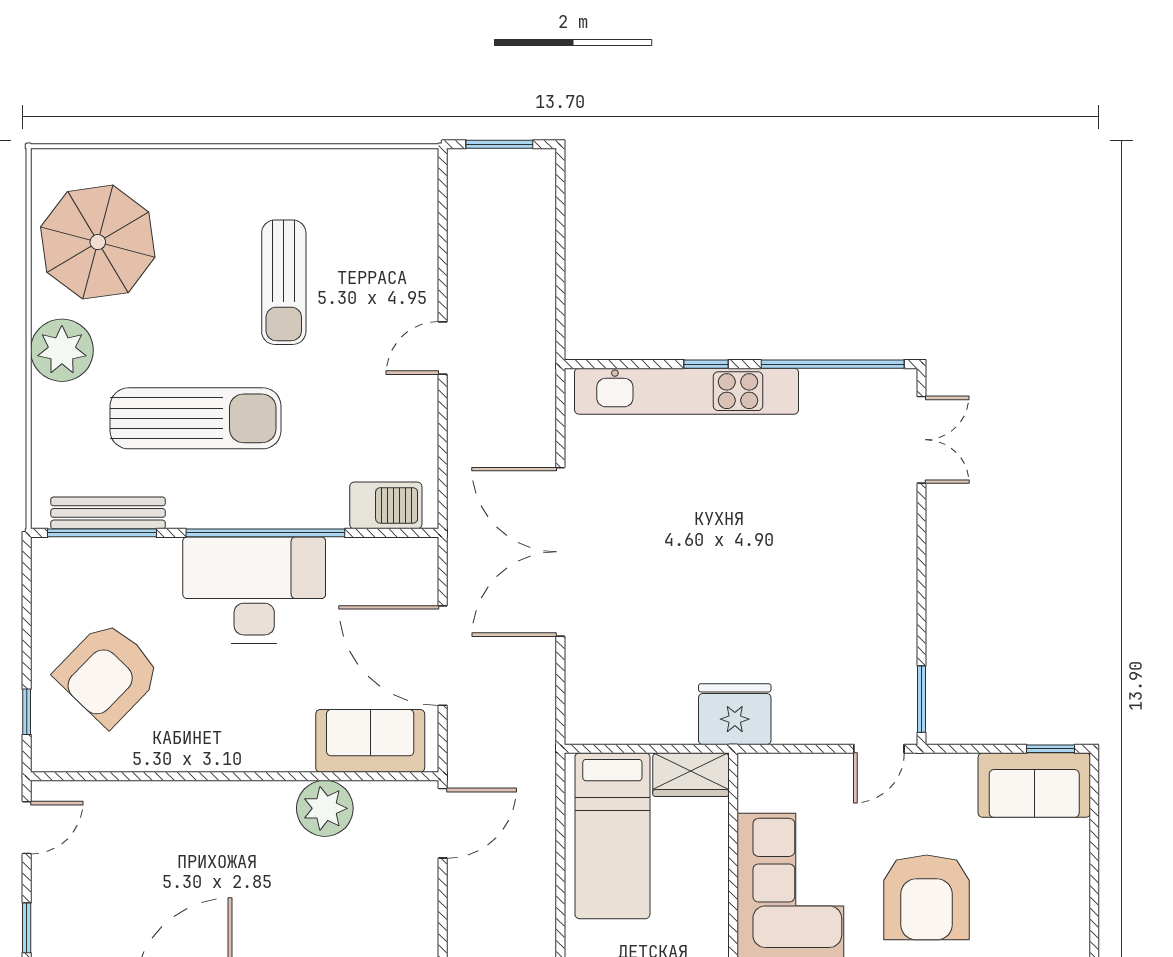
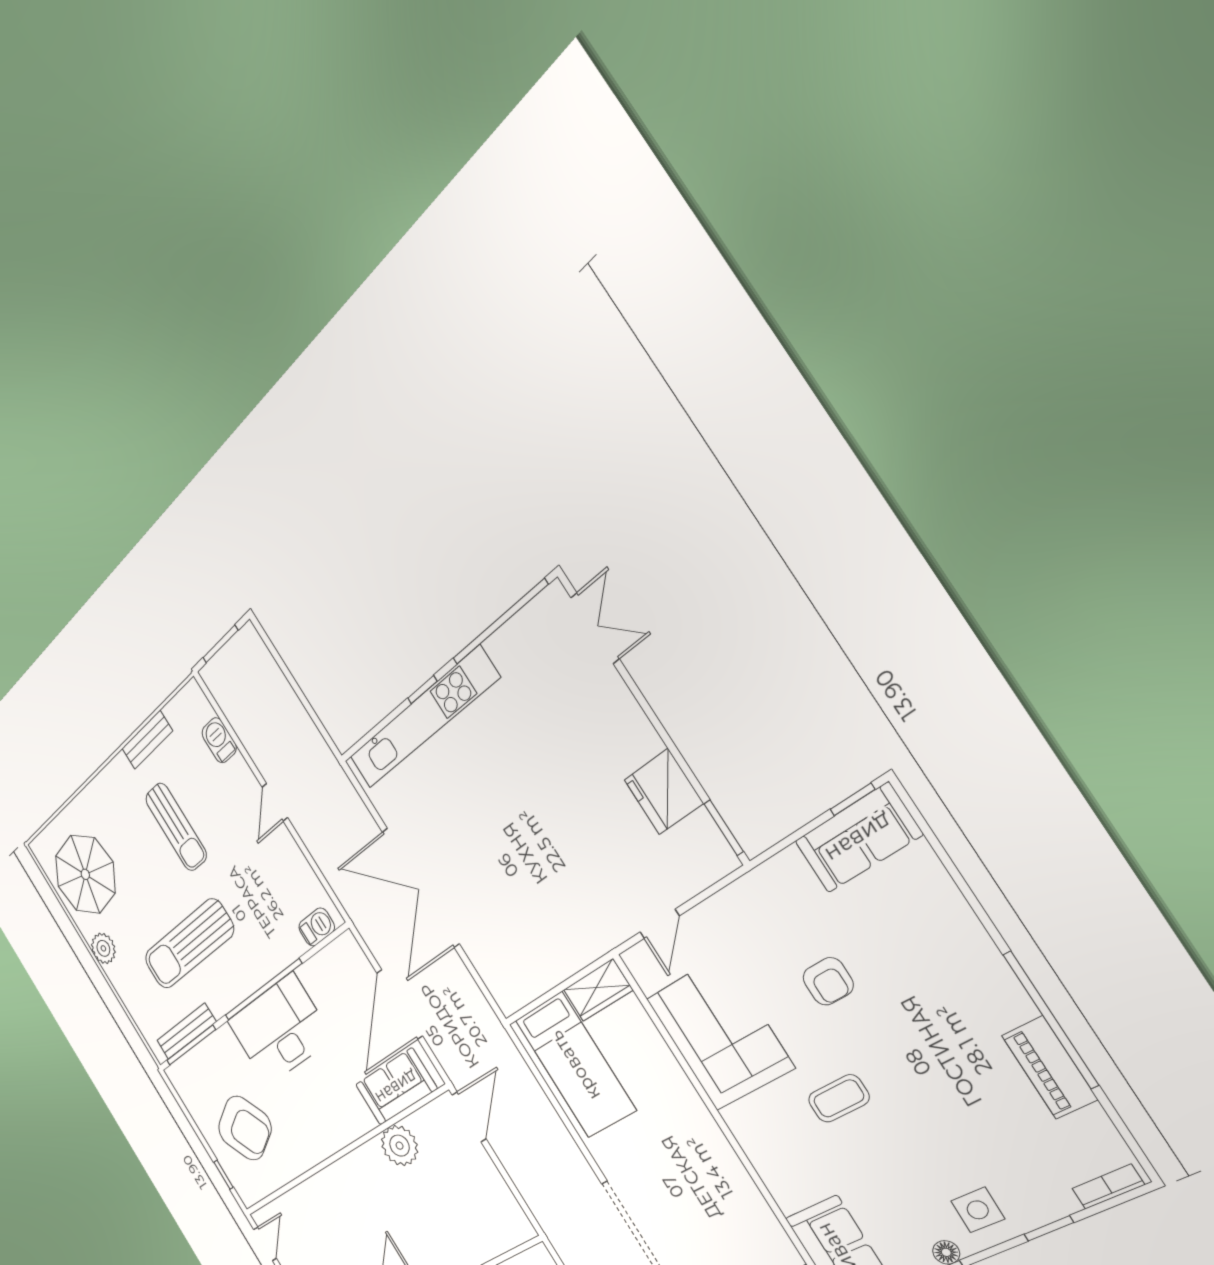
bench: (319, 165) -> (147, 740), added
barbecue: (419, 236) -> (219, 740), added
plant: (62, 350) -> (103, 948), width x0.73, depth x0.73
sun lounger: (196, 418) -> (189, 944), turned 180
barbecue: (386, 505) -> (317, 927), width x0.73, depth x0.79
door: (443, 656) -> (400, 1005), hinge flipped
armchair: (108, 674) -> (245, 1128), turned -73
fridge: (735, 714) -> (664, 792), moved, turned -90
door: (879, 749) -> (660, 924), moved
armchair: (927, 897) -> (828, 981), width x0.53, depth x0.53

